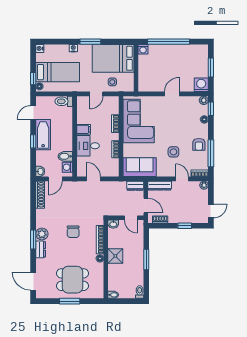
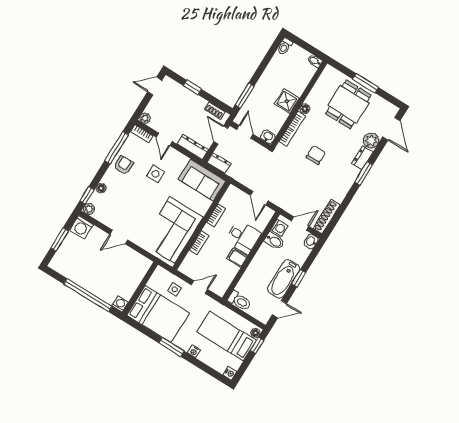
plant: (42, 234) -> (371, 140), moved
window: (146, 260) -> (244, 96), moved
dining table: (72, 280) -> (348, 104), turned 90

